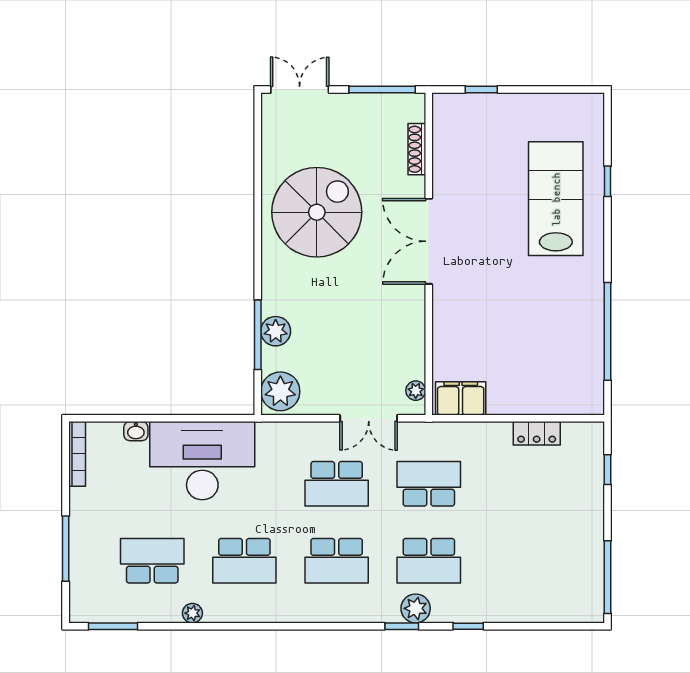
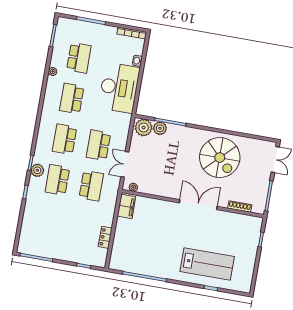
plant: (276, 331) -> (160, 128), moved

